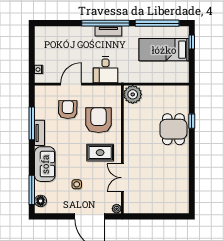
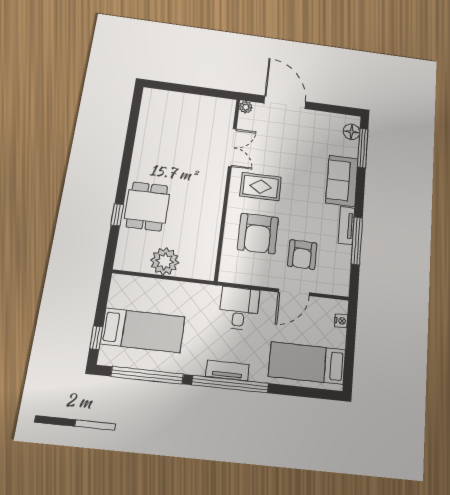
bed: (59, 41) -> (307, 363), added
plant: (133, 94) -> (165, 261), moved
side table: (77, 184) -> (299, 147), removed

